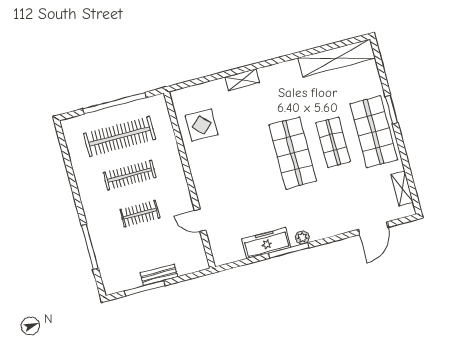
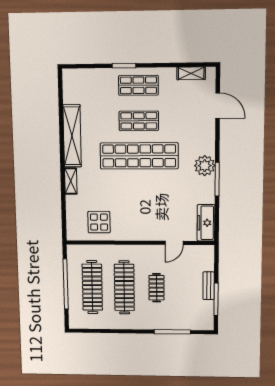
shelving: (337, 58) -> (72, 136), moved
shop shelf: (374, 132) -> (138, 85), width x0.70, depth x0.74
shop shelf: (293, 153) -> (139, 156), width x1.40
clothes rail: (130, 175) -> (124, 287), width x1.37, depth x1.31
plant: (302, 237) -> (205, 166), width x1.87, depth x1.87
freezer: (266, 243) -> (206, 223), moved

